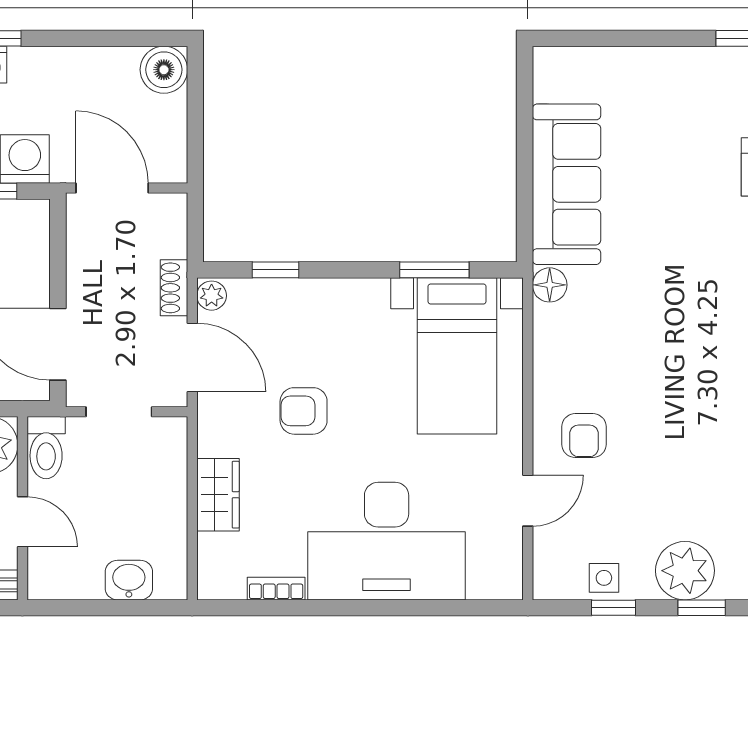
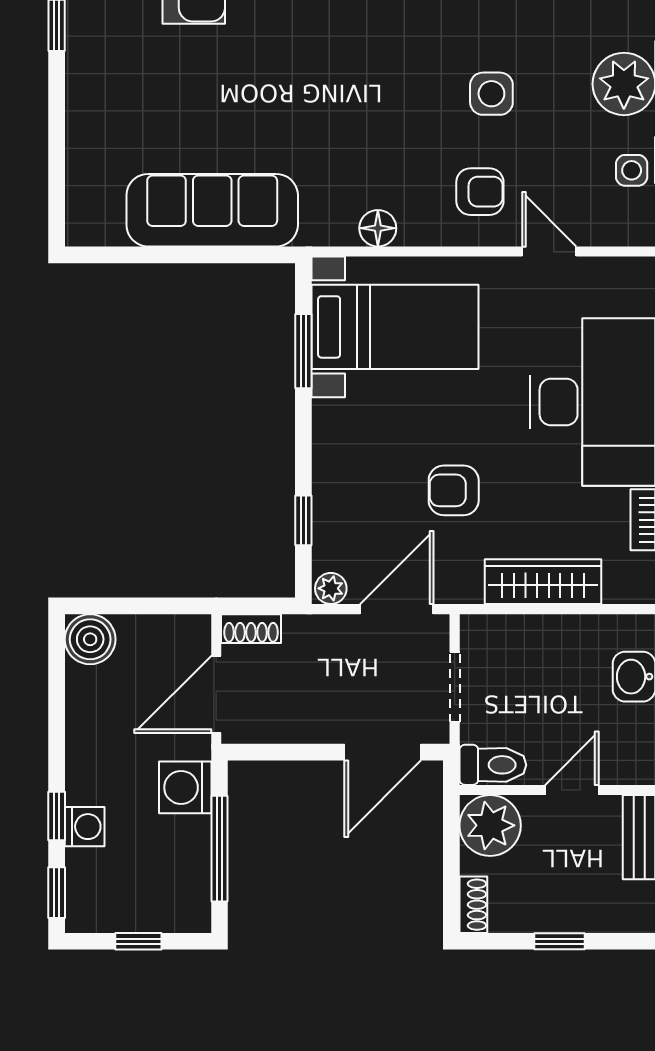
floor lamp: (550, 285) -> (378, 228), moved
shoe rack: (174, 288) -> (251, 629), moved
armchair: (304, 411) -> (454, 490), turned 90
side table: (676, 446) -> (491, 94), added
wardrobe: (218, 495) -> (543, 582), width x1.50

